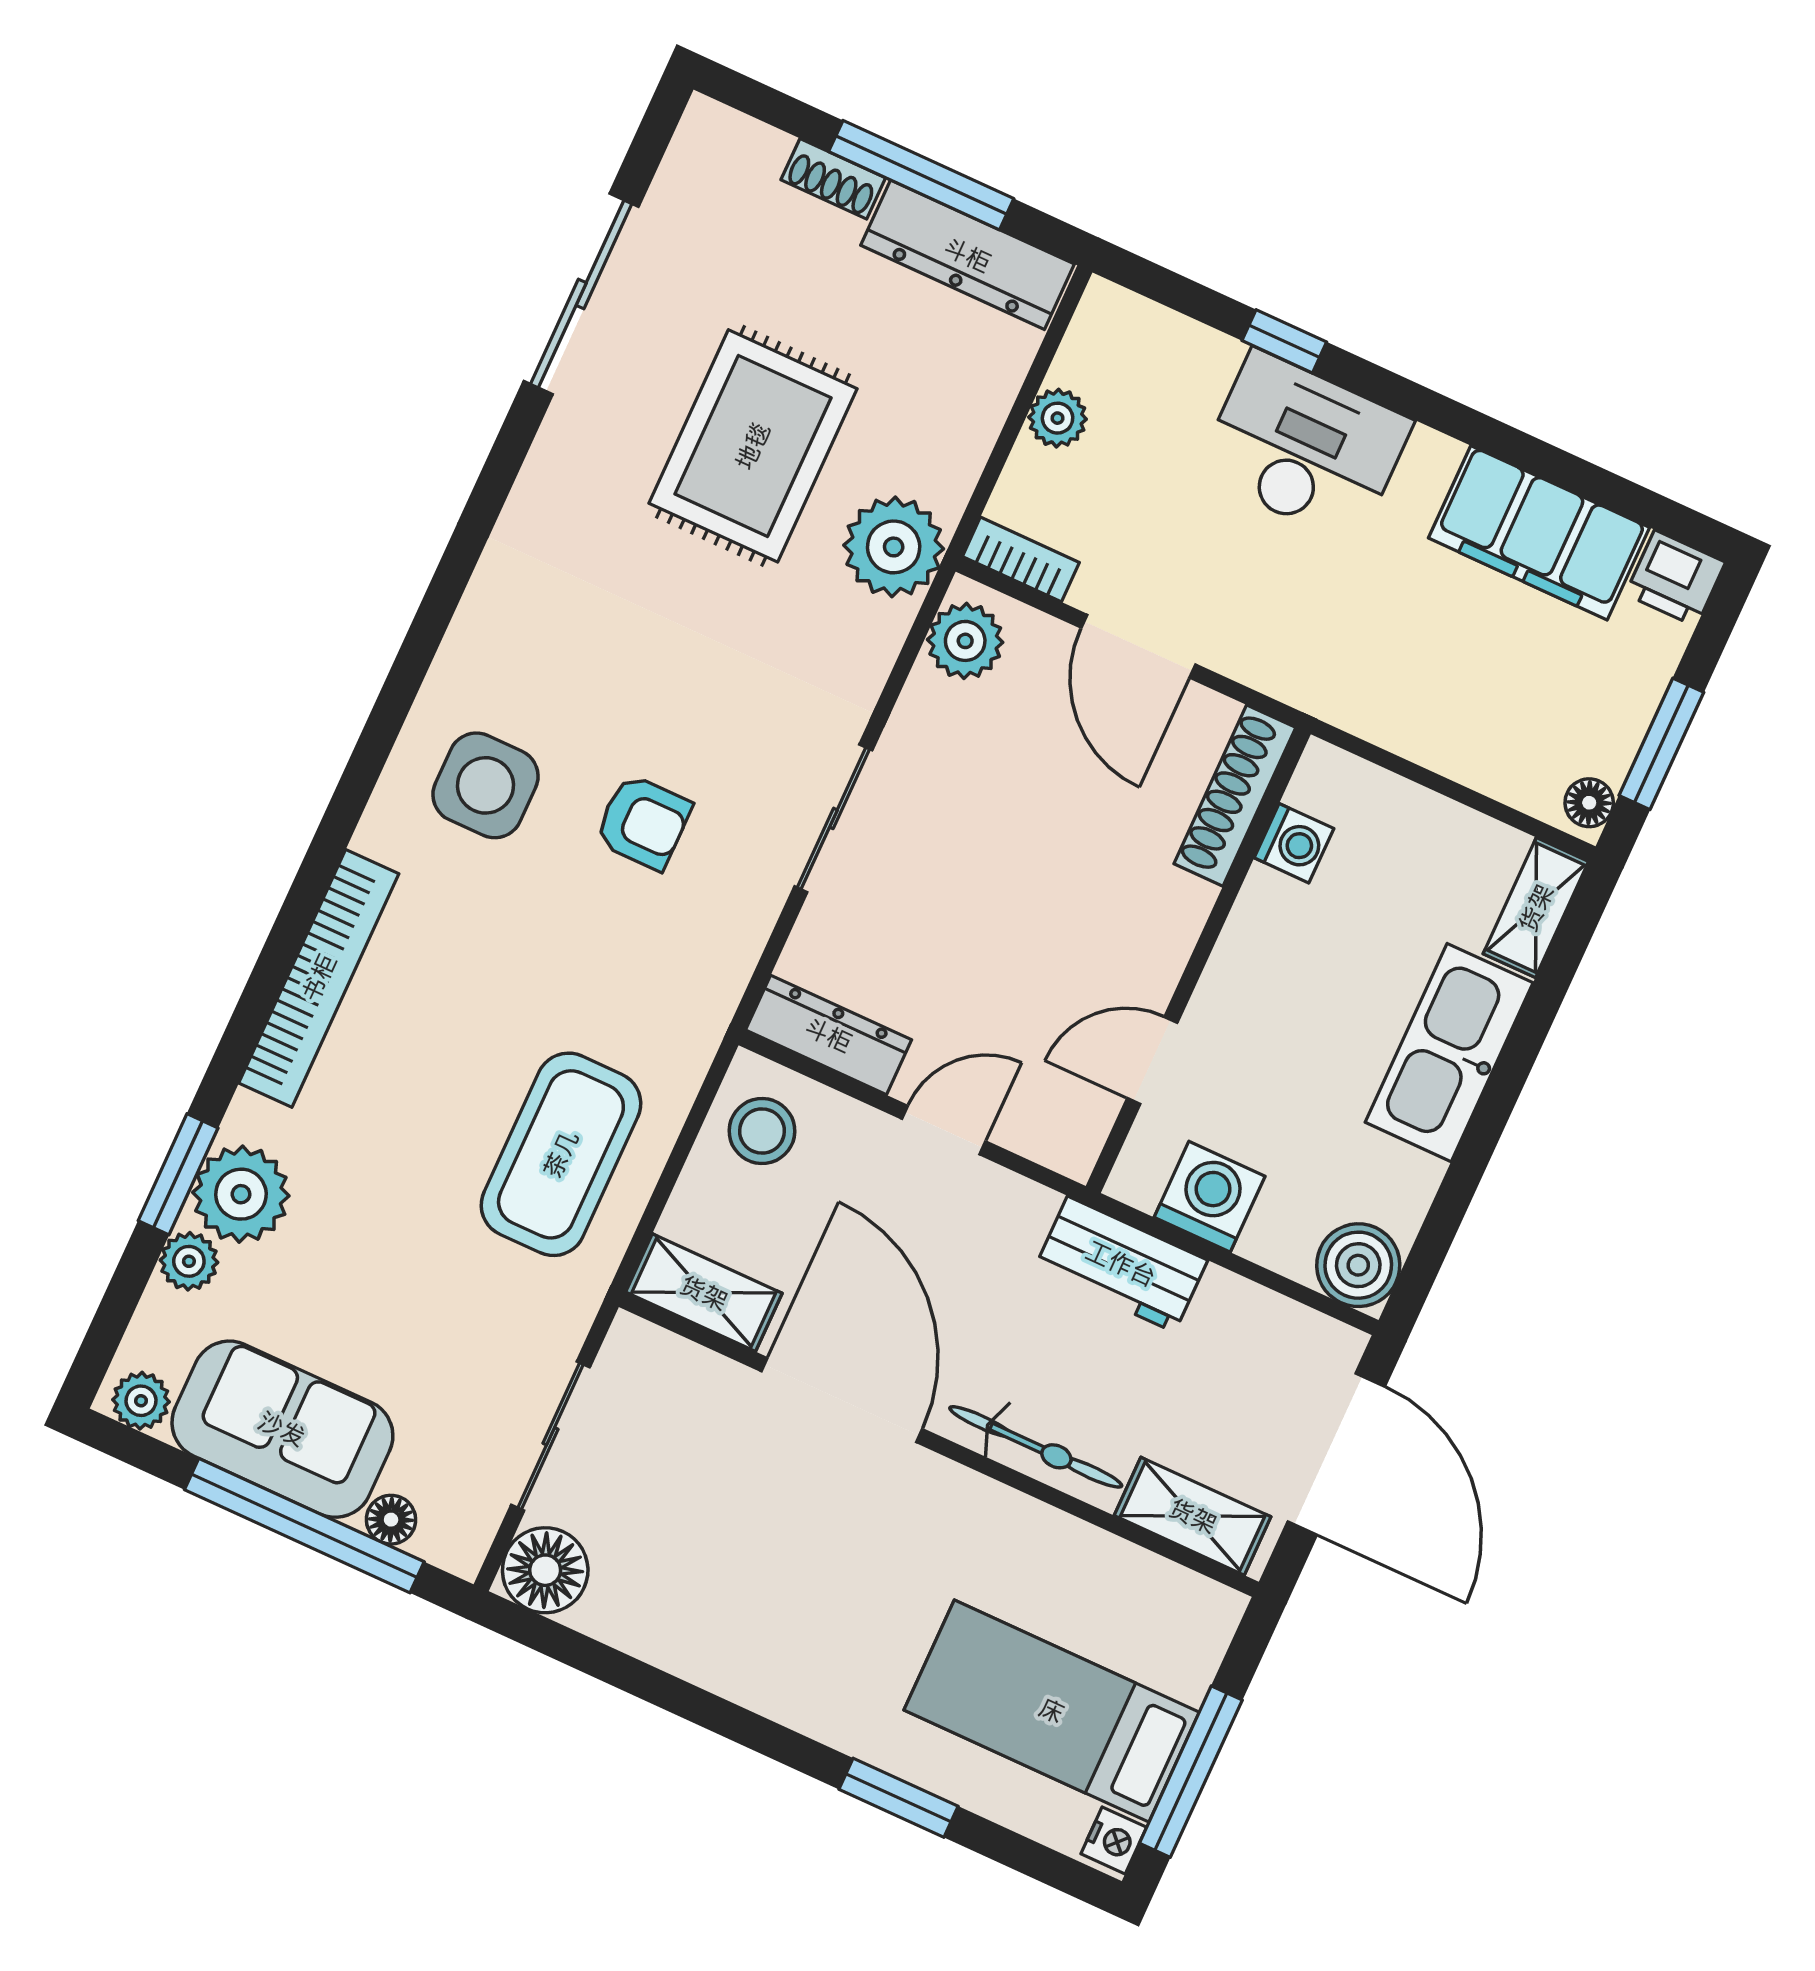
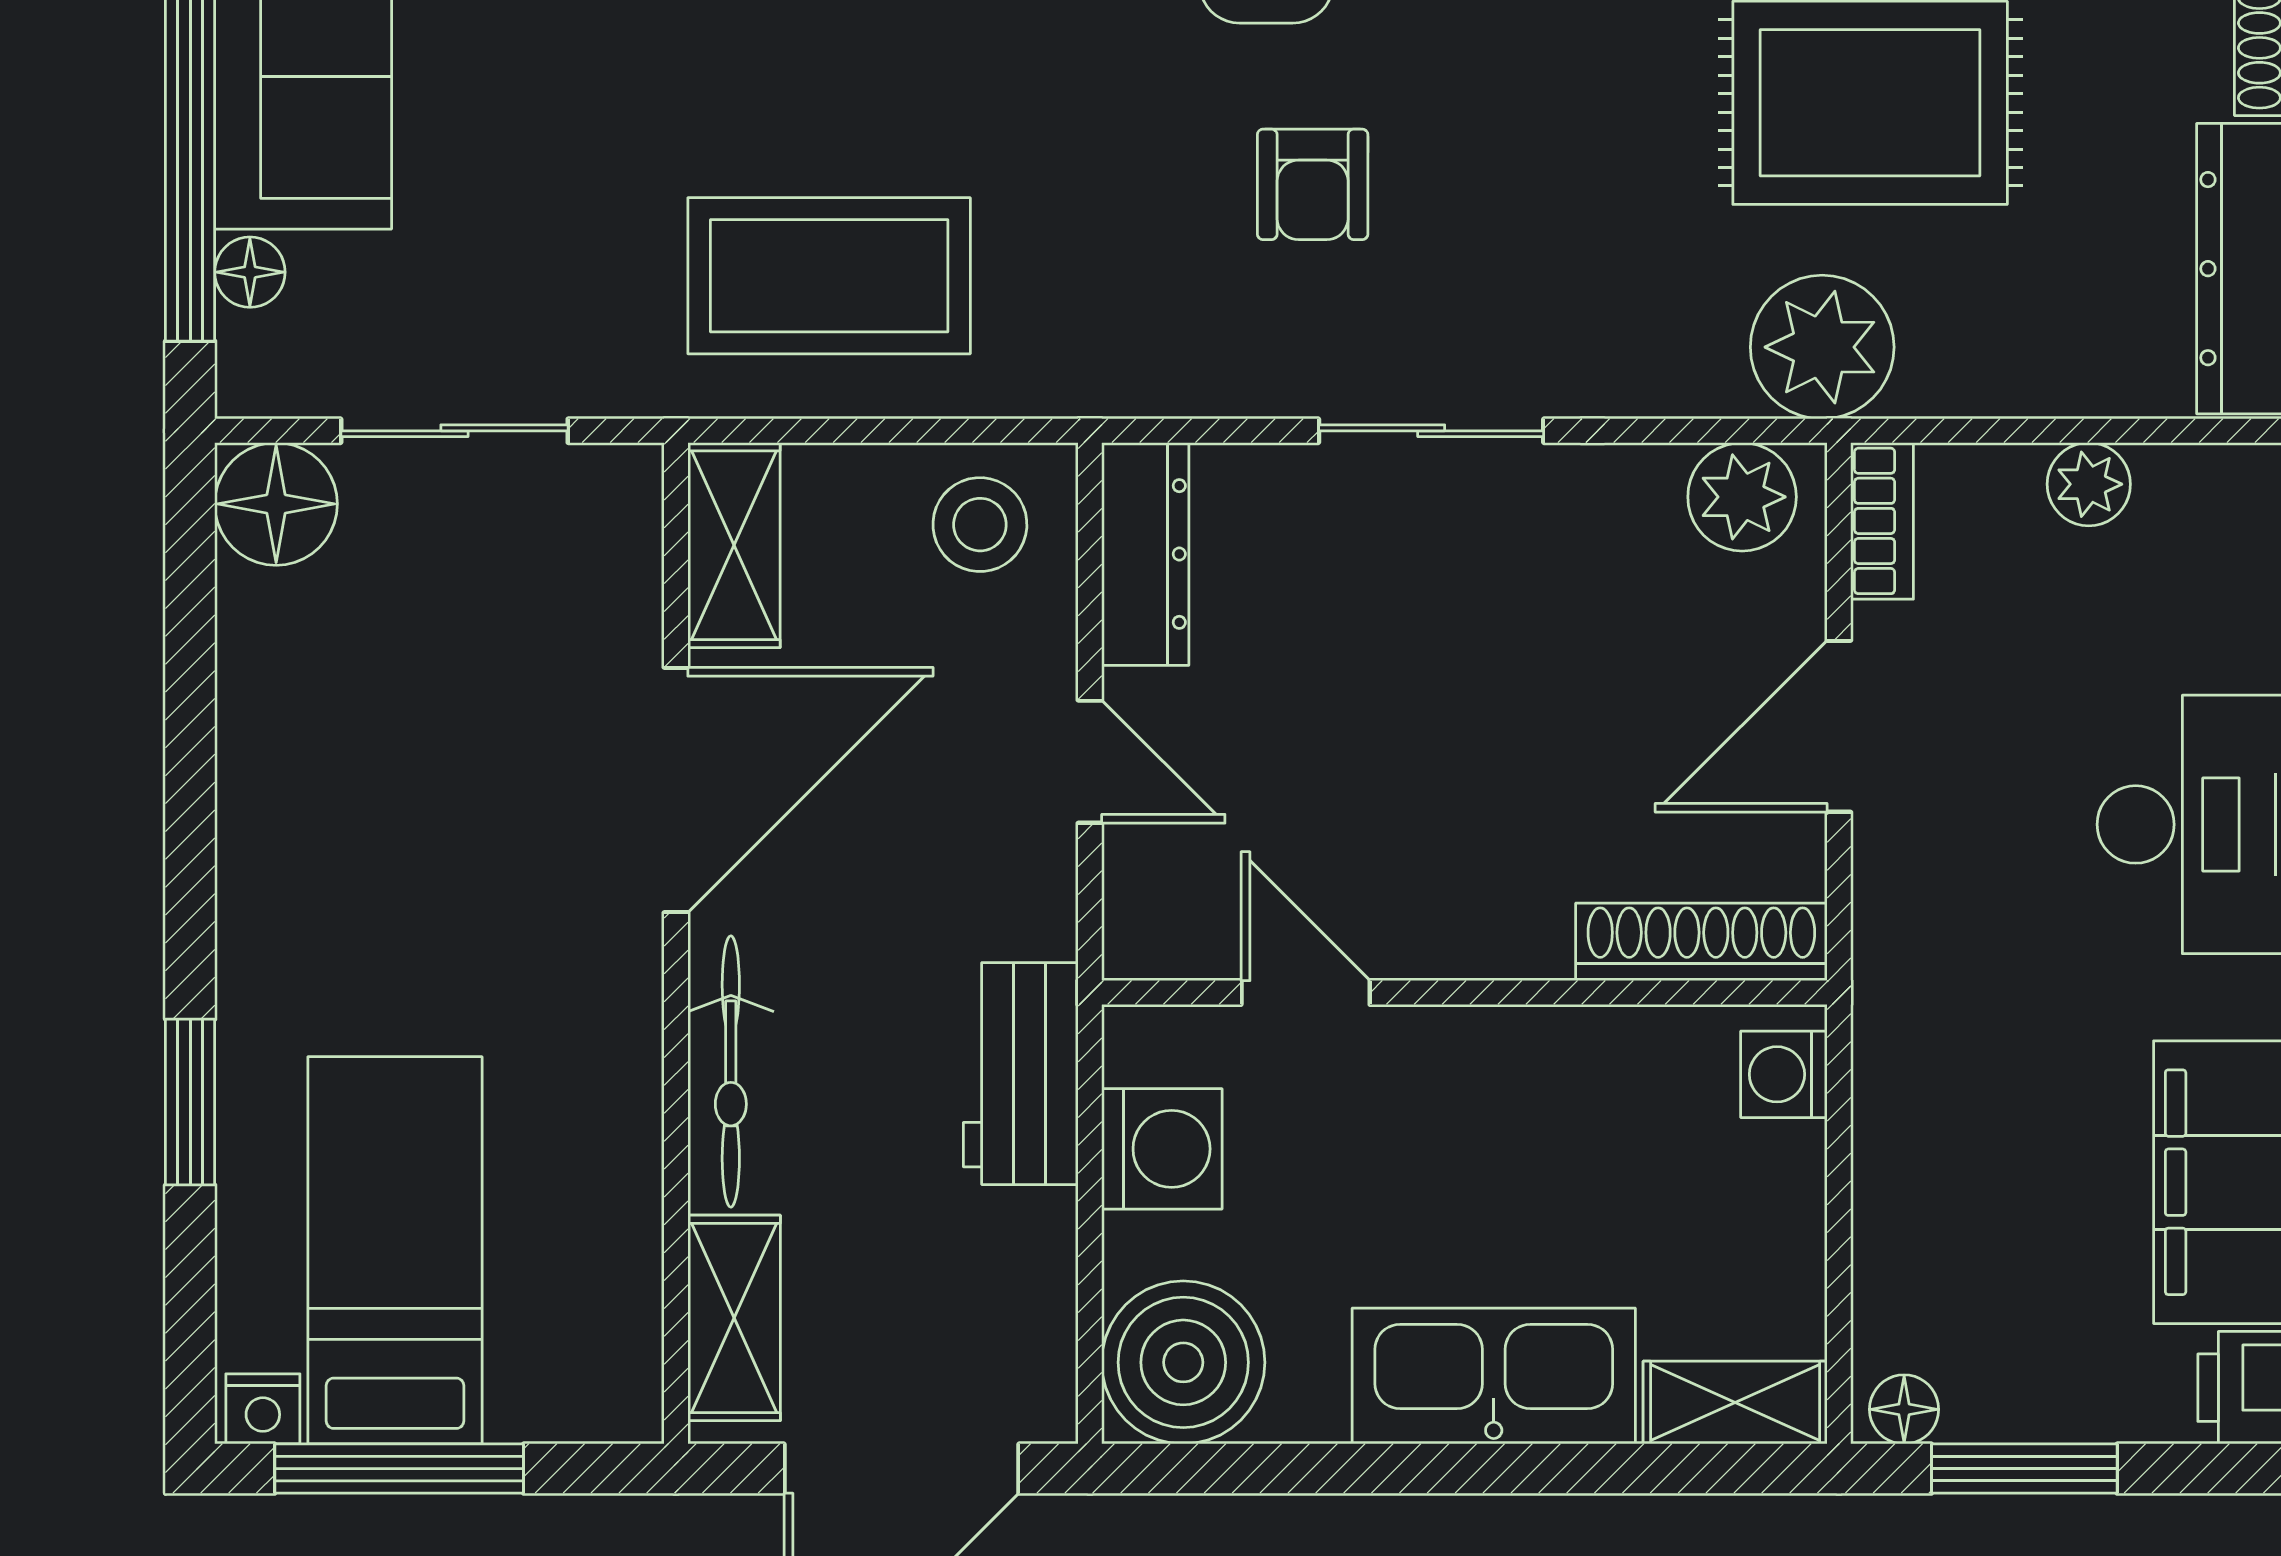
washing machine: (1294, 843) -> (1784, 1074), moved, turned 90
boiler: (1358, 1265) -> (1183, 1362), width x1.37, depth x1.37

